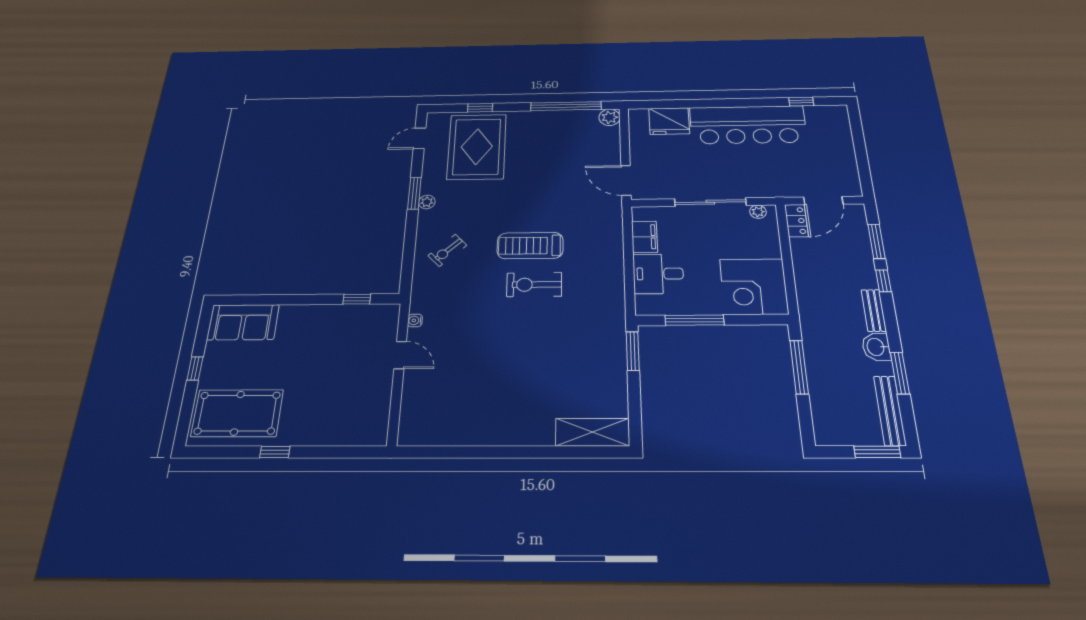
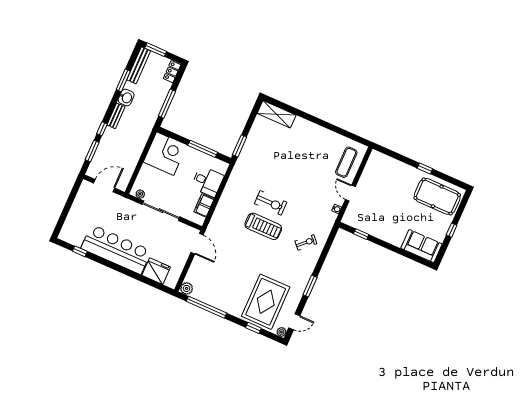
plant: (427, 202) -> (281, 332), moved
locker: (796, 221) -> (172, 72), moved
exercise mat: (427, 403) -> (346, 162), added

